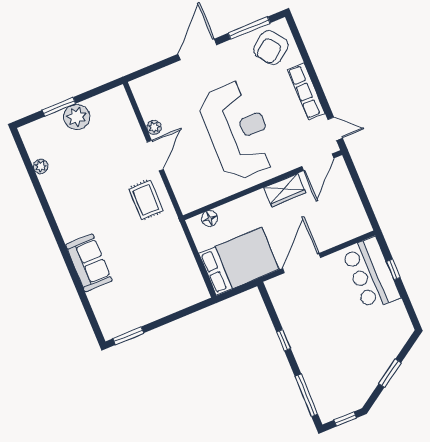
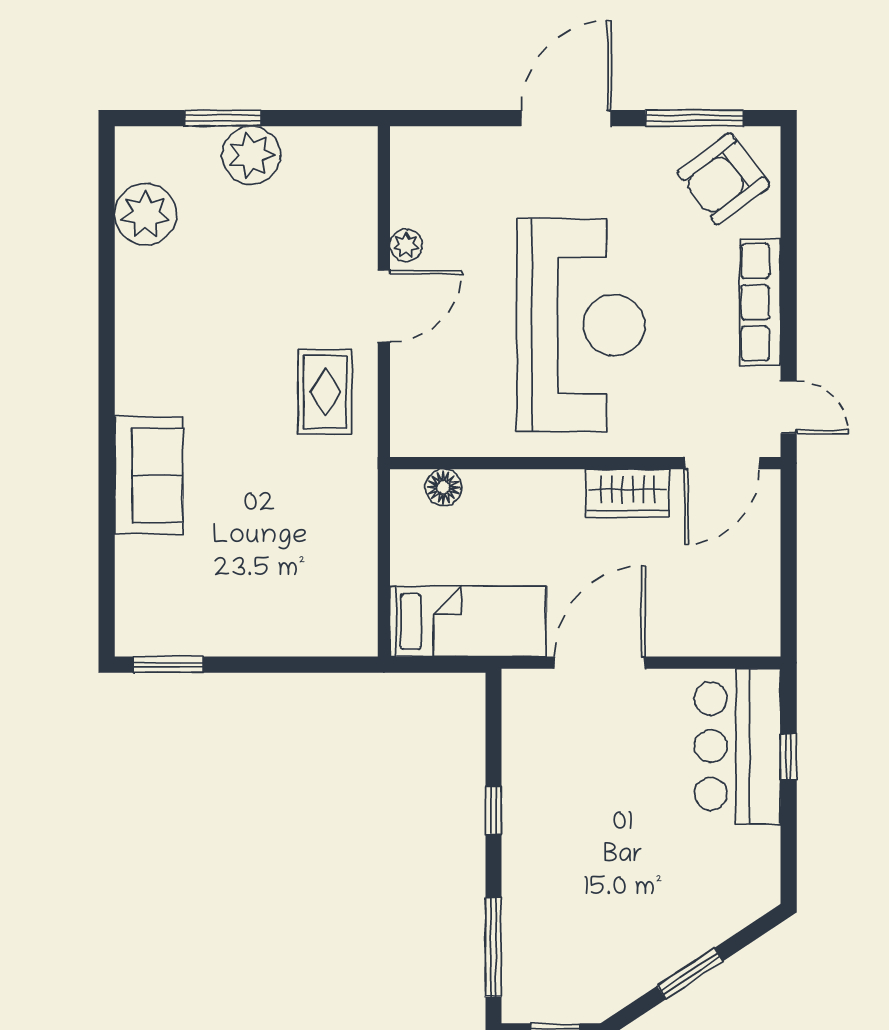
plant: (41, 166) -> (145, 214), width x1.87, depth x1.87
bed: (239, 261) -> (468, 621), width x0.67

